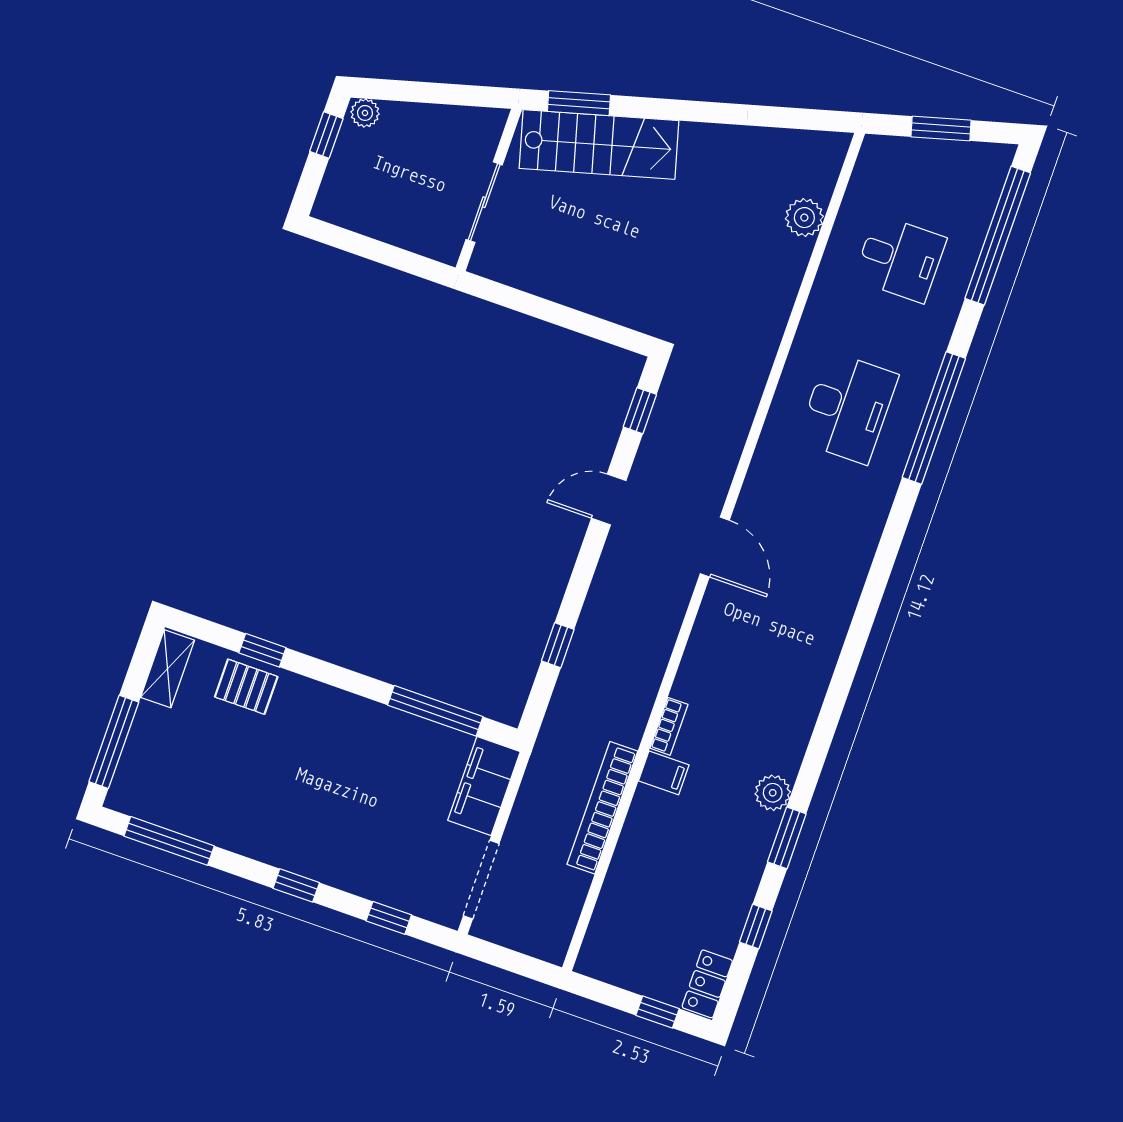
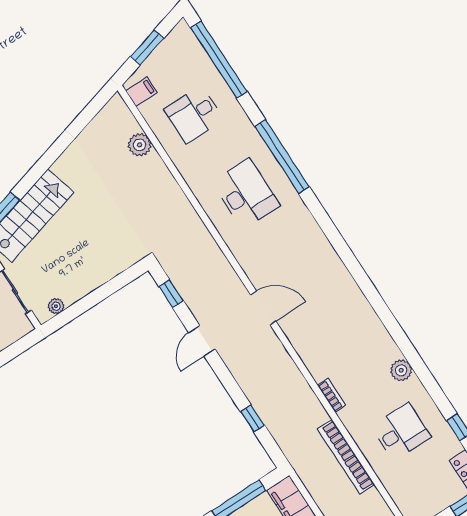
desk: (900, 259) -> (194, 114), turned 180
plant: (506, 271) -> (56, 306), added
filing cabinet: (664, 773) -> (141, 92), moved
window: (787, 838) -> (428, 380), removed
desk: (691, 855) -> (401, 432), added

